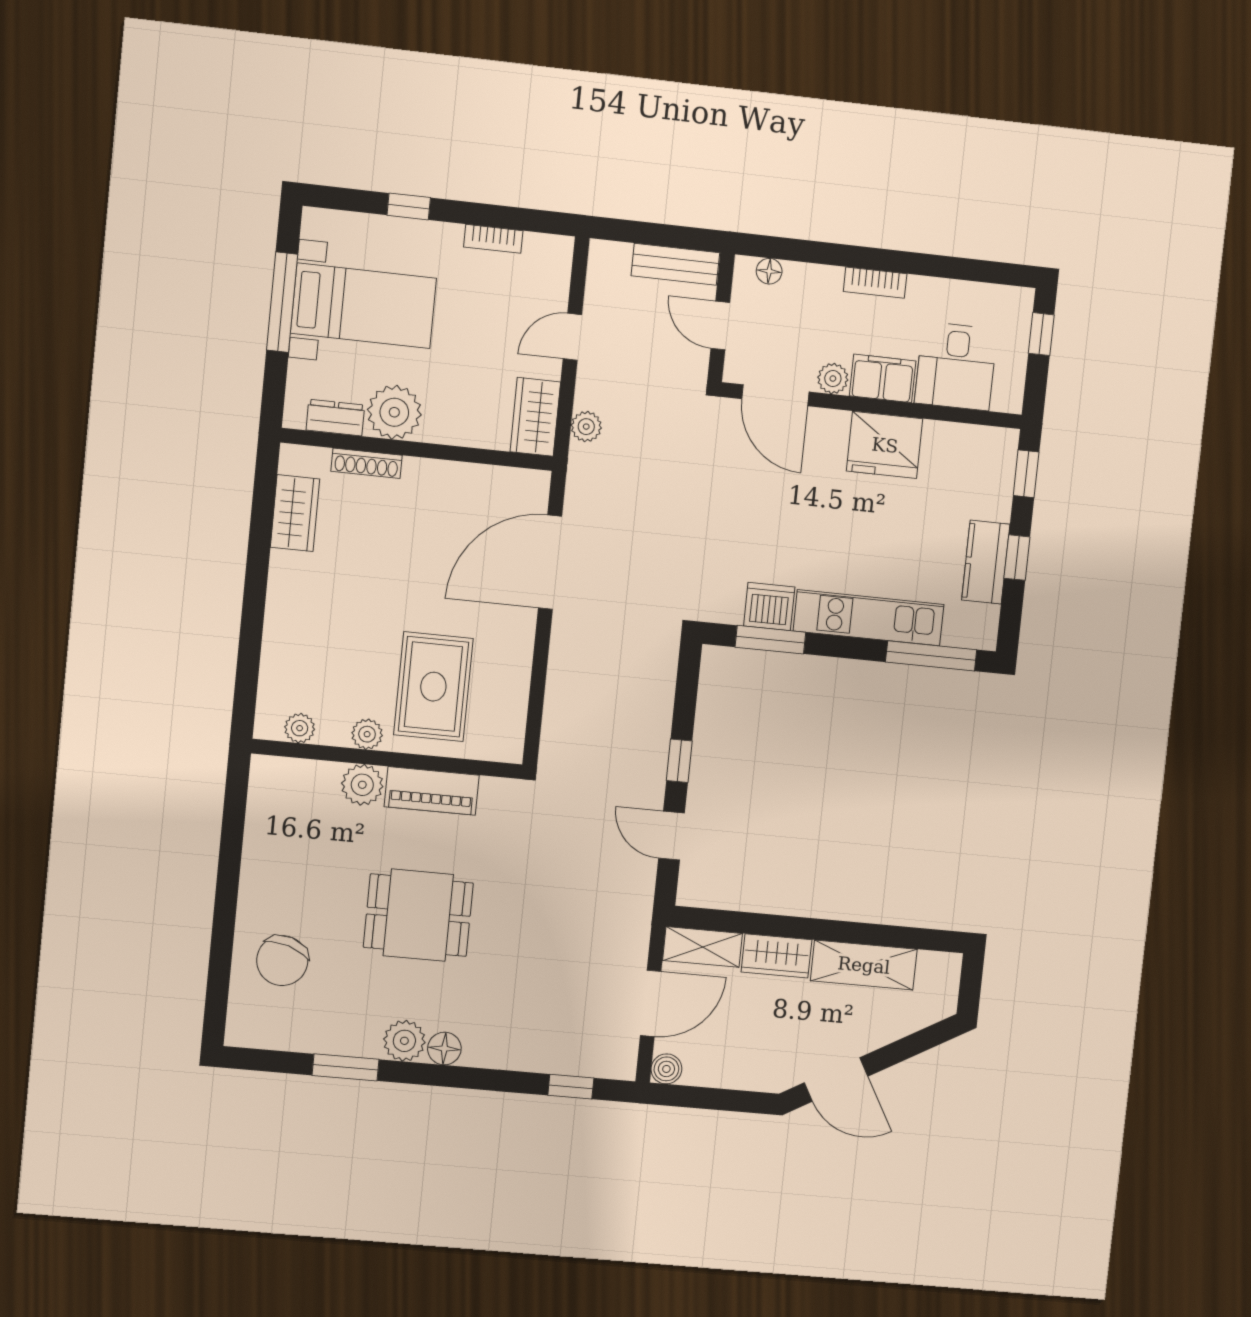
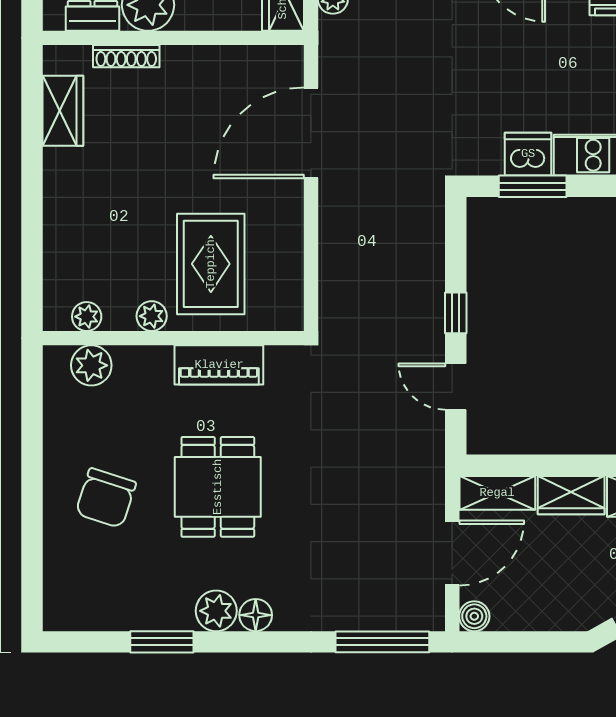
plant: (362, 785) -> (91, 365), moved
dining table: (418, 915) -> (218, 487), turned 90
chair: (282, 961) -> (106, 498), moved
window: (571, 1087) -> (382, 642), width x2.17

